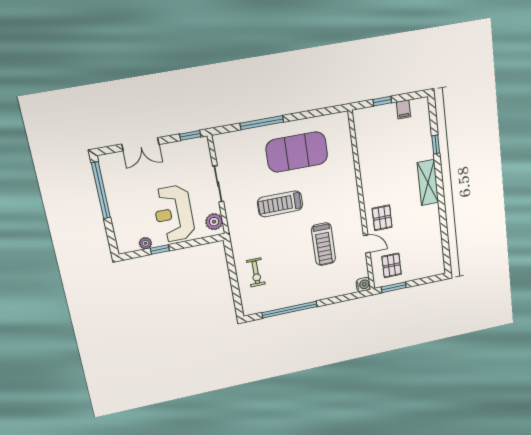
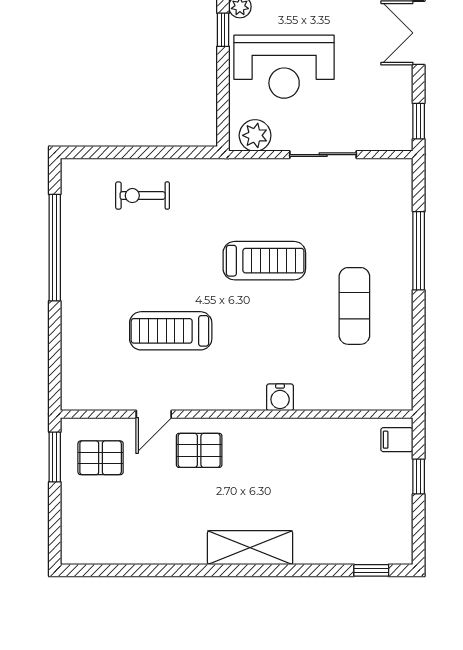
filing cabinet: (403, 109) -> (397, 440), moved
window: (436, 145) -> (371, 570), moved
exercise mat: (297, 152) -> (354, 306), width x0.50, depth x0.69
treadmill: (280, 204) -> (264, 261), turned 90
reception desk: (174, 214) -> (284, 67), turned 180
water cooler: (363, 284) -> (280, 397), moved

